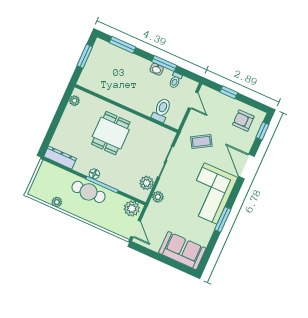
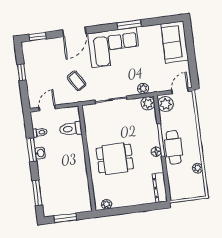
window: (229, 92) -> (22, 72), moved
armchair: (243, 120) -> (39, 57), removed
plant: (147, 183) -> (148, 103), moved

